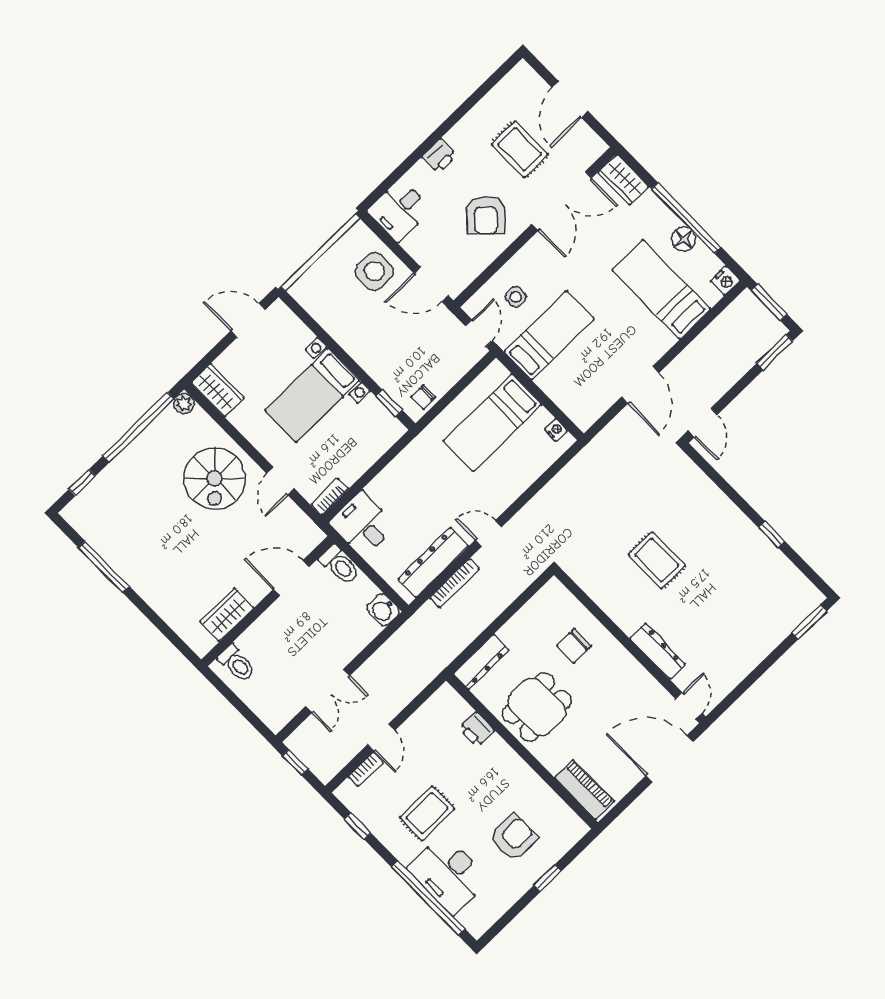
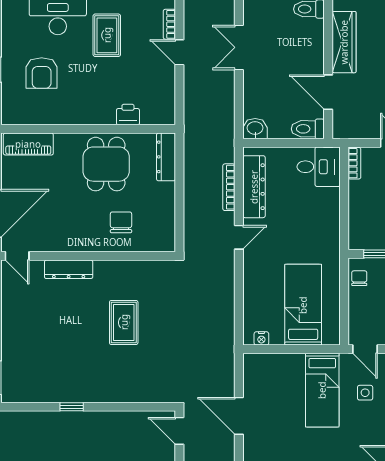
rug: (657, 560) -> (124, 322), turned 90
door: (291, 578) -> (328, 92), swing flipped
wardrobe: (227, 615) -> (344, 42), width x1.50

